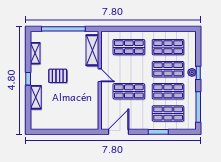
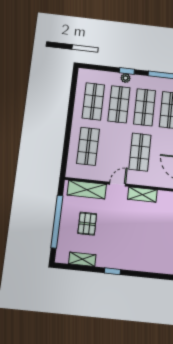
pallet: (58, 76) -> (87, 224), moved
shelving: (36, 97) -> (142, 195), moved

